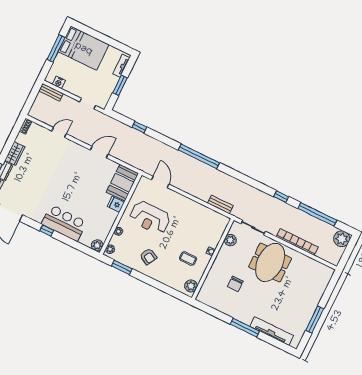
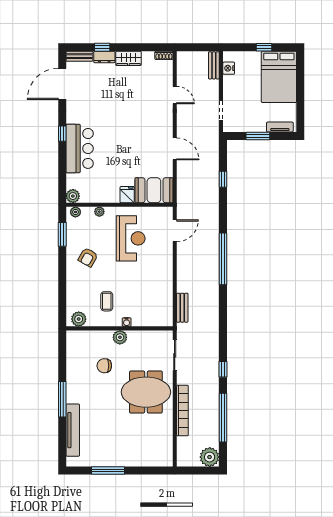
window: (56, 48) -> (264, 47), width x0.46
reception desk: (150, 218) -> (131, 238), turned 180
plant: (230, 240) -> (120, 337), moved

